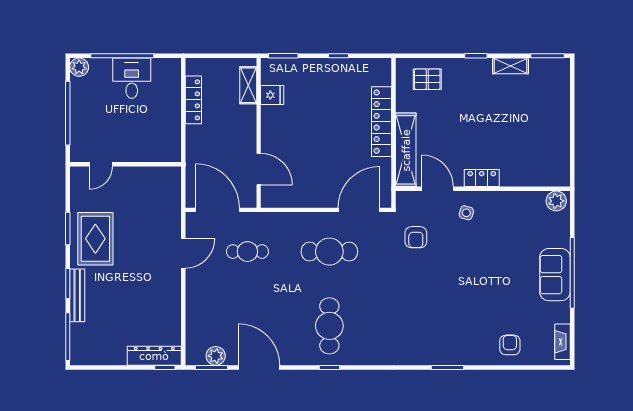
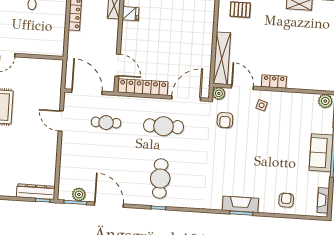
locker: (382, 122) -> (143, 87), moved, turned 90
plant: (405, 200) -> (219, 93), added
door: (183, 253) -> (61, 121), swing flipped
fireplace: (445, 355) -> (240, 204), added

